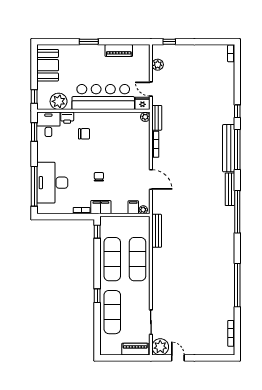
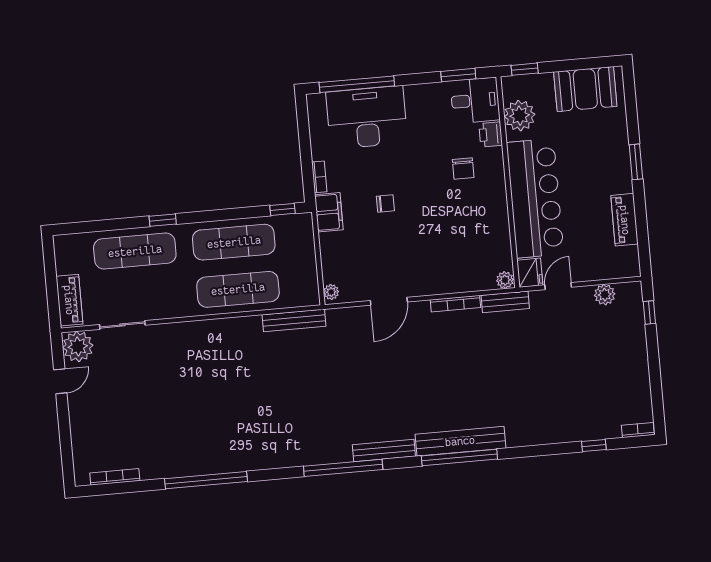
window: (237, 111) -> (594, 446), moved
filing cabinet: (133, 207) -> (334, 273), removed

